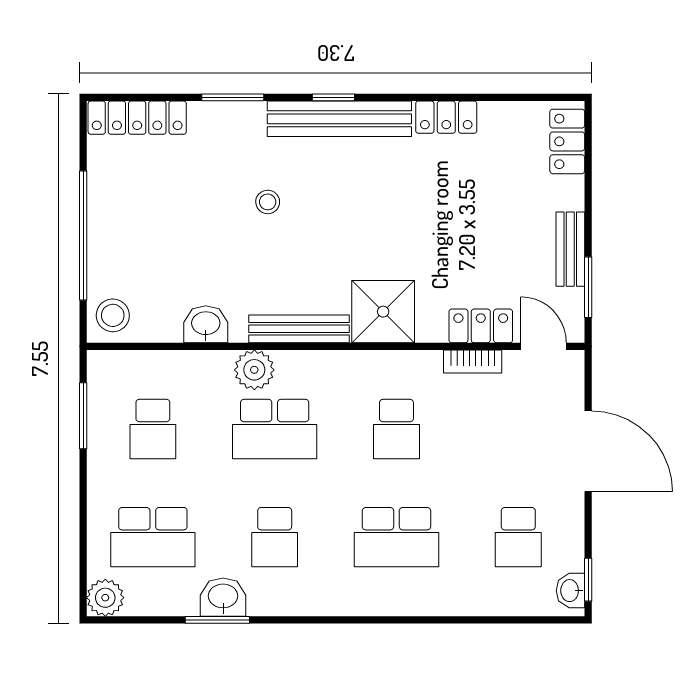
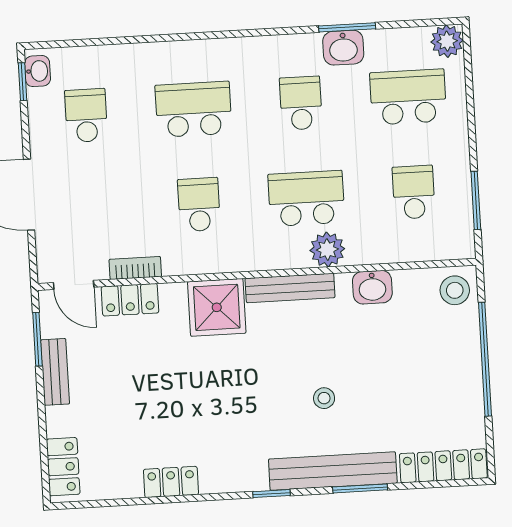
bench: (339, 119) -> (333, 471), moved

